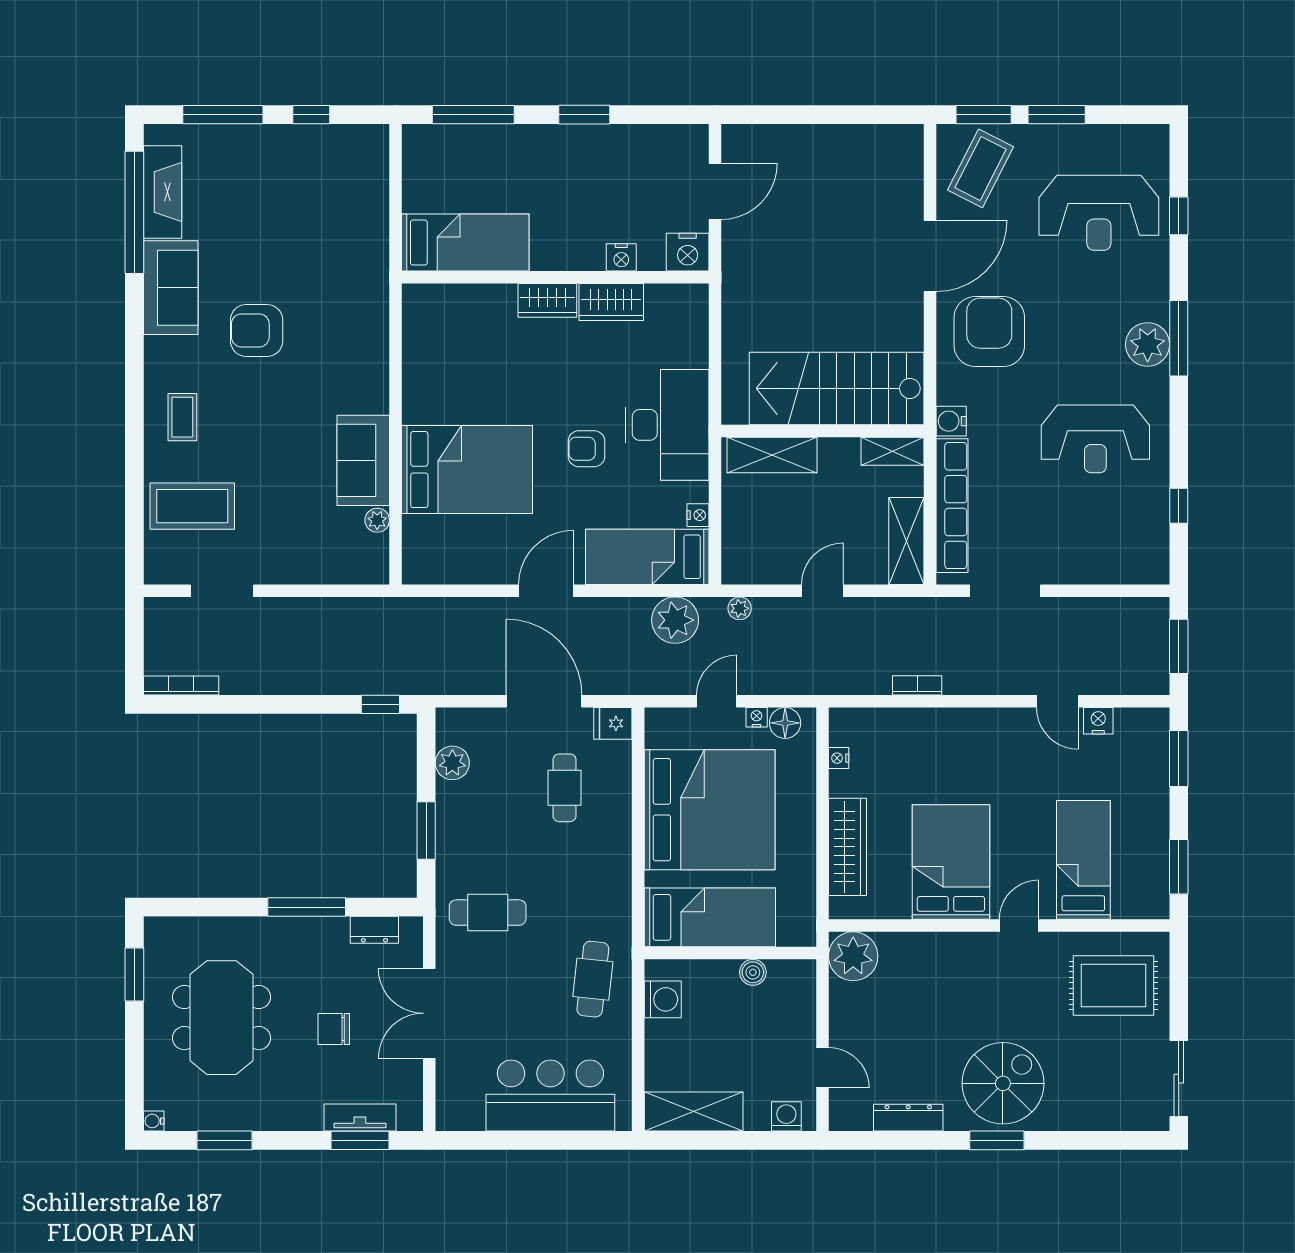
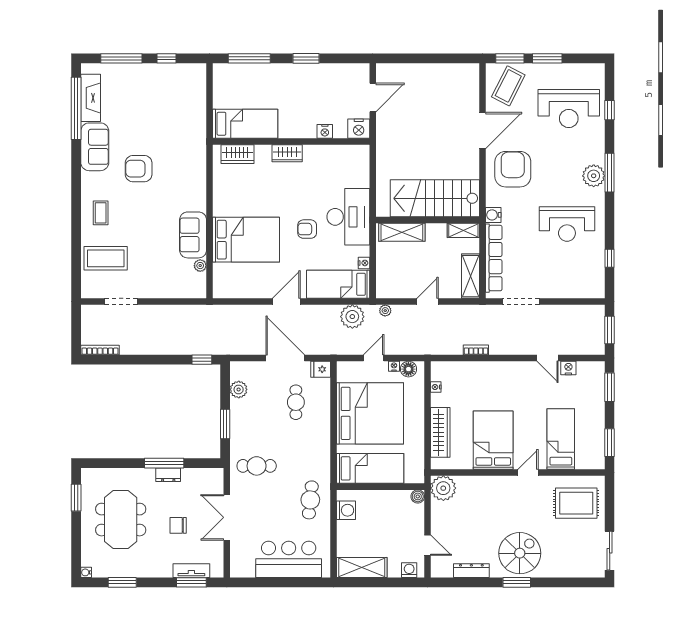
wardrobe: (611, 302) -> (237, 154), moved
dresser: (374, 930) -> (168, 475), moved
boiler: (753, 972) -> (418, 496), moved

